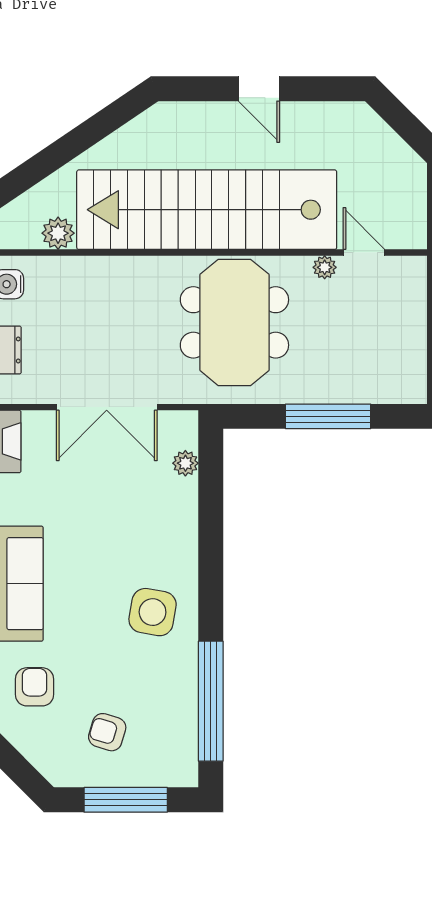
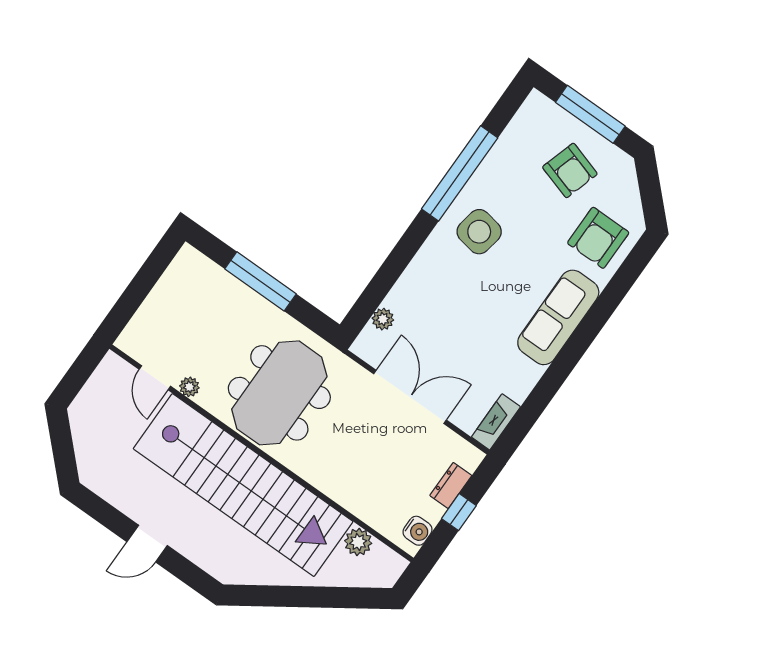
door: (259, 89) -> (147, 544), swing flipped
armchair: (34, 687) -> (598, 238), width x1.38, depth x1.38
window: (211, 701) -> (460, 173), moved
armchair: (107, 732) -> (570, 170), width x1.38, depth x1.38

